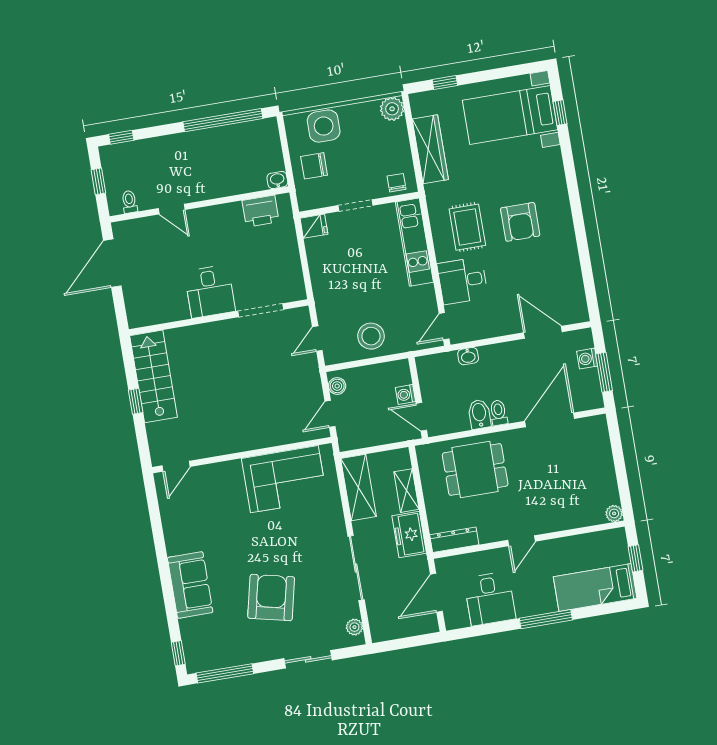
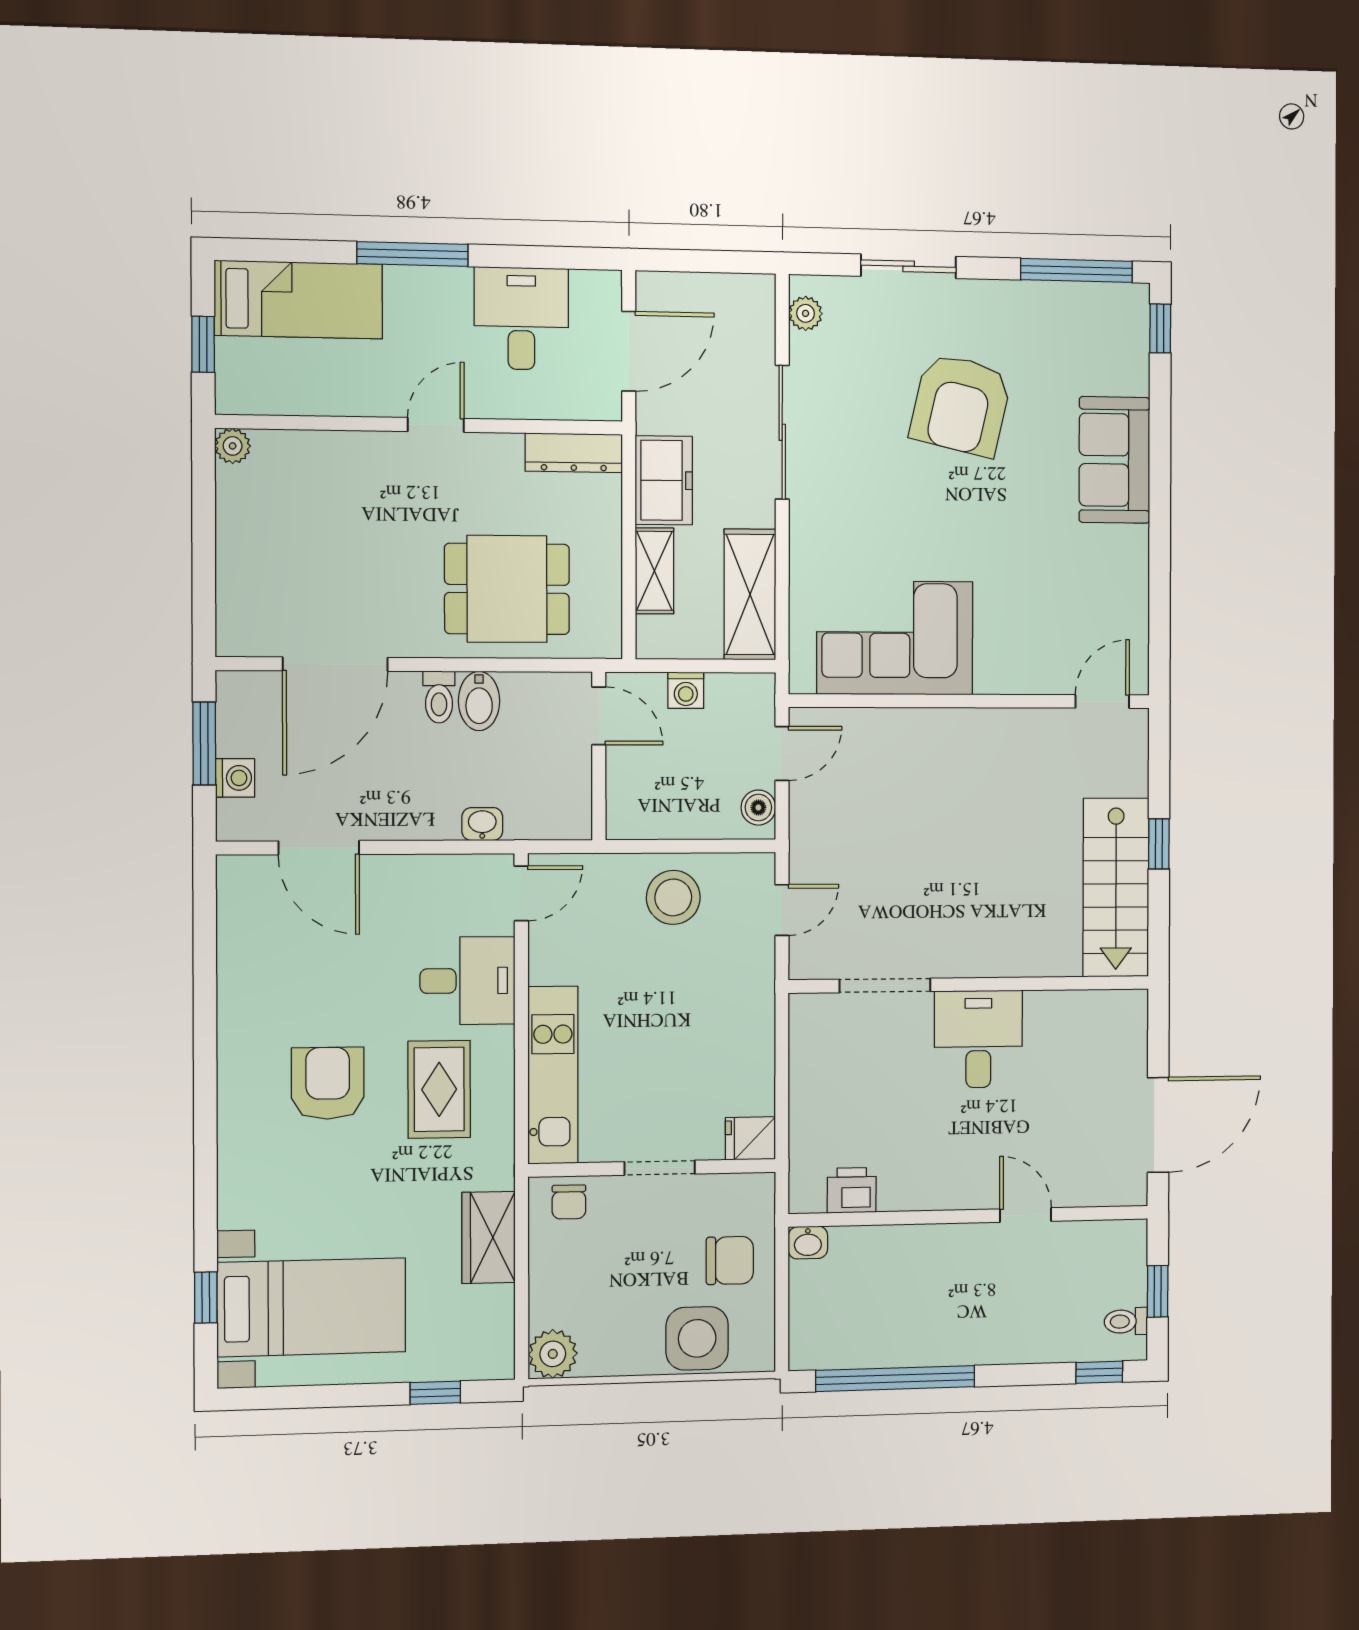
wardrobe: (430, 149) -> (489, 1237), width x0.67
toilet: (129, 202) -> (1126, 1321), moved, turned 90
printer: (261, 211) -> (852, 1190), width x0.73, depth x0.81
washing machine: (406, 395) -> (686, 690), moved, turned 90

